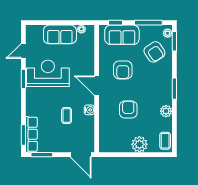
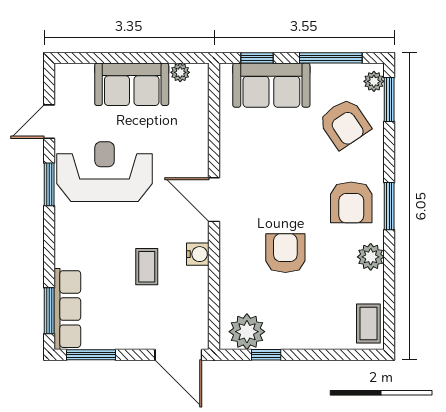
armchair: (123, 70) -> (351, 202), moved
plant: (139, 144) -> (247, 332), moved
window: (120, 155) -> (266, 355), added

